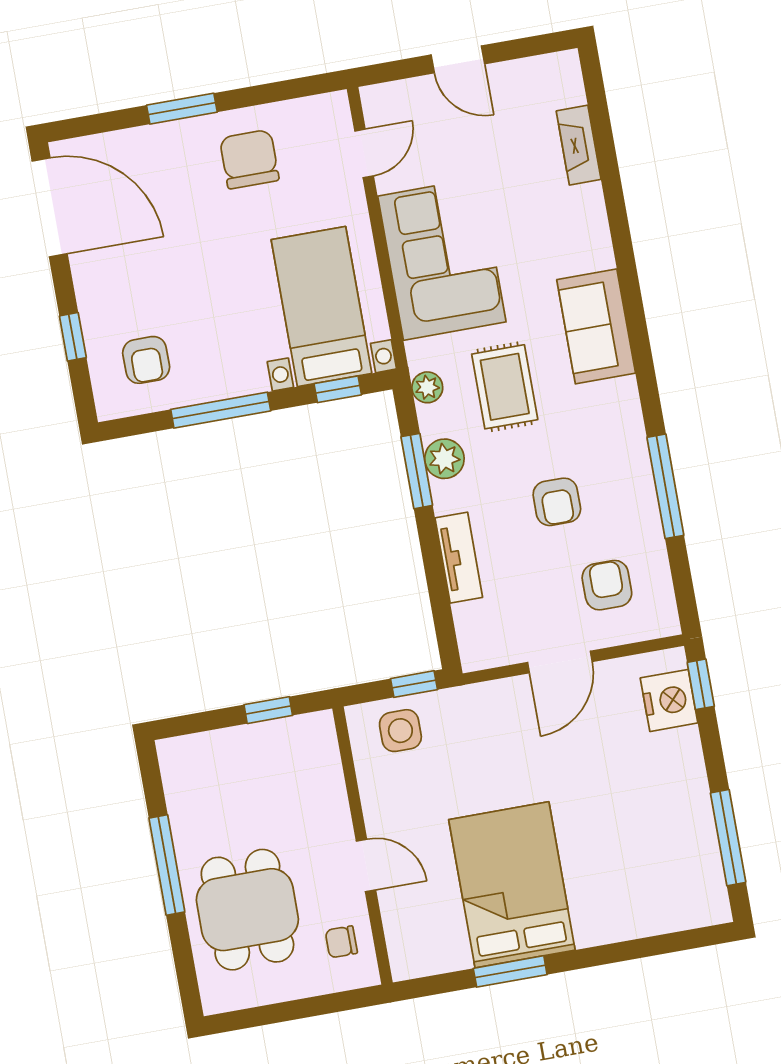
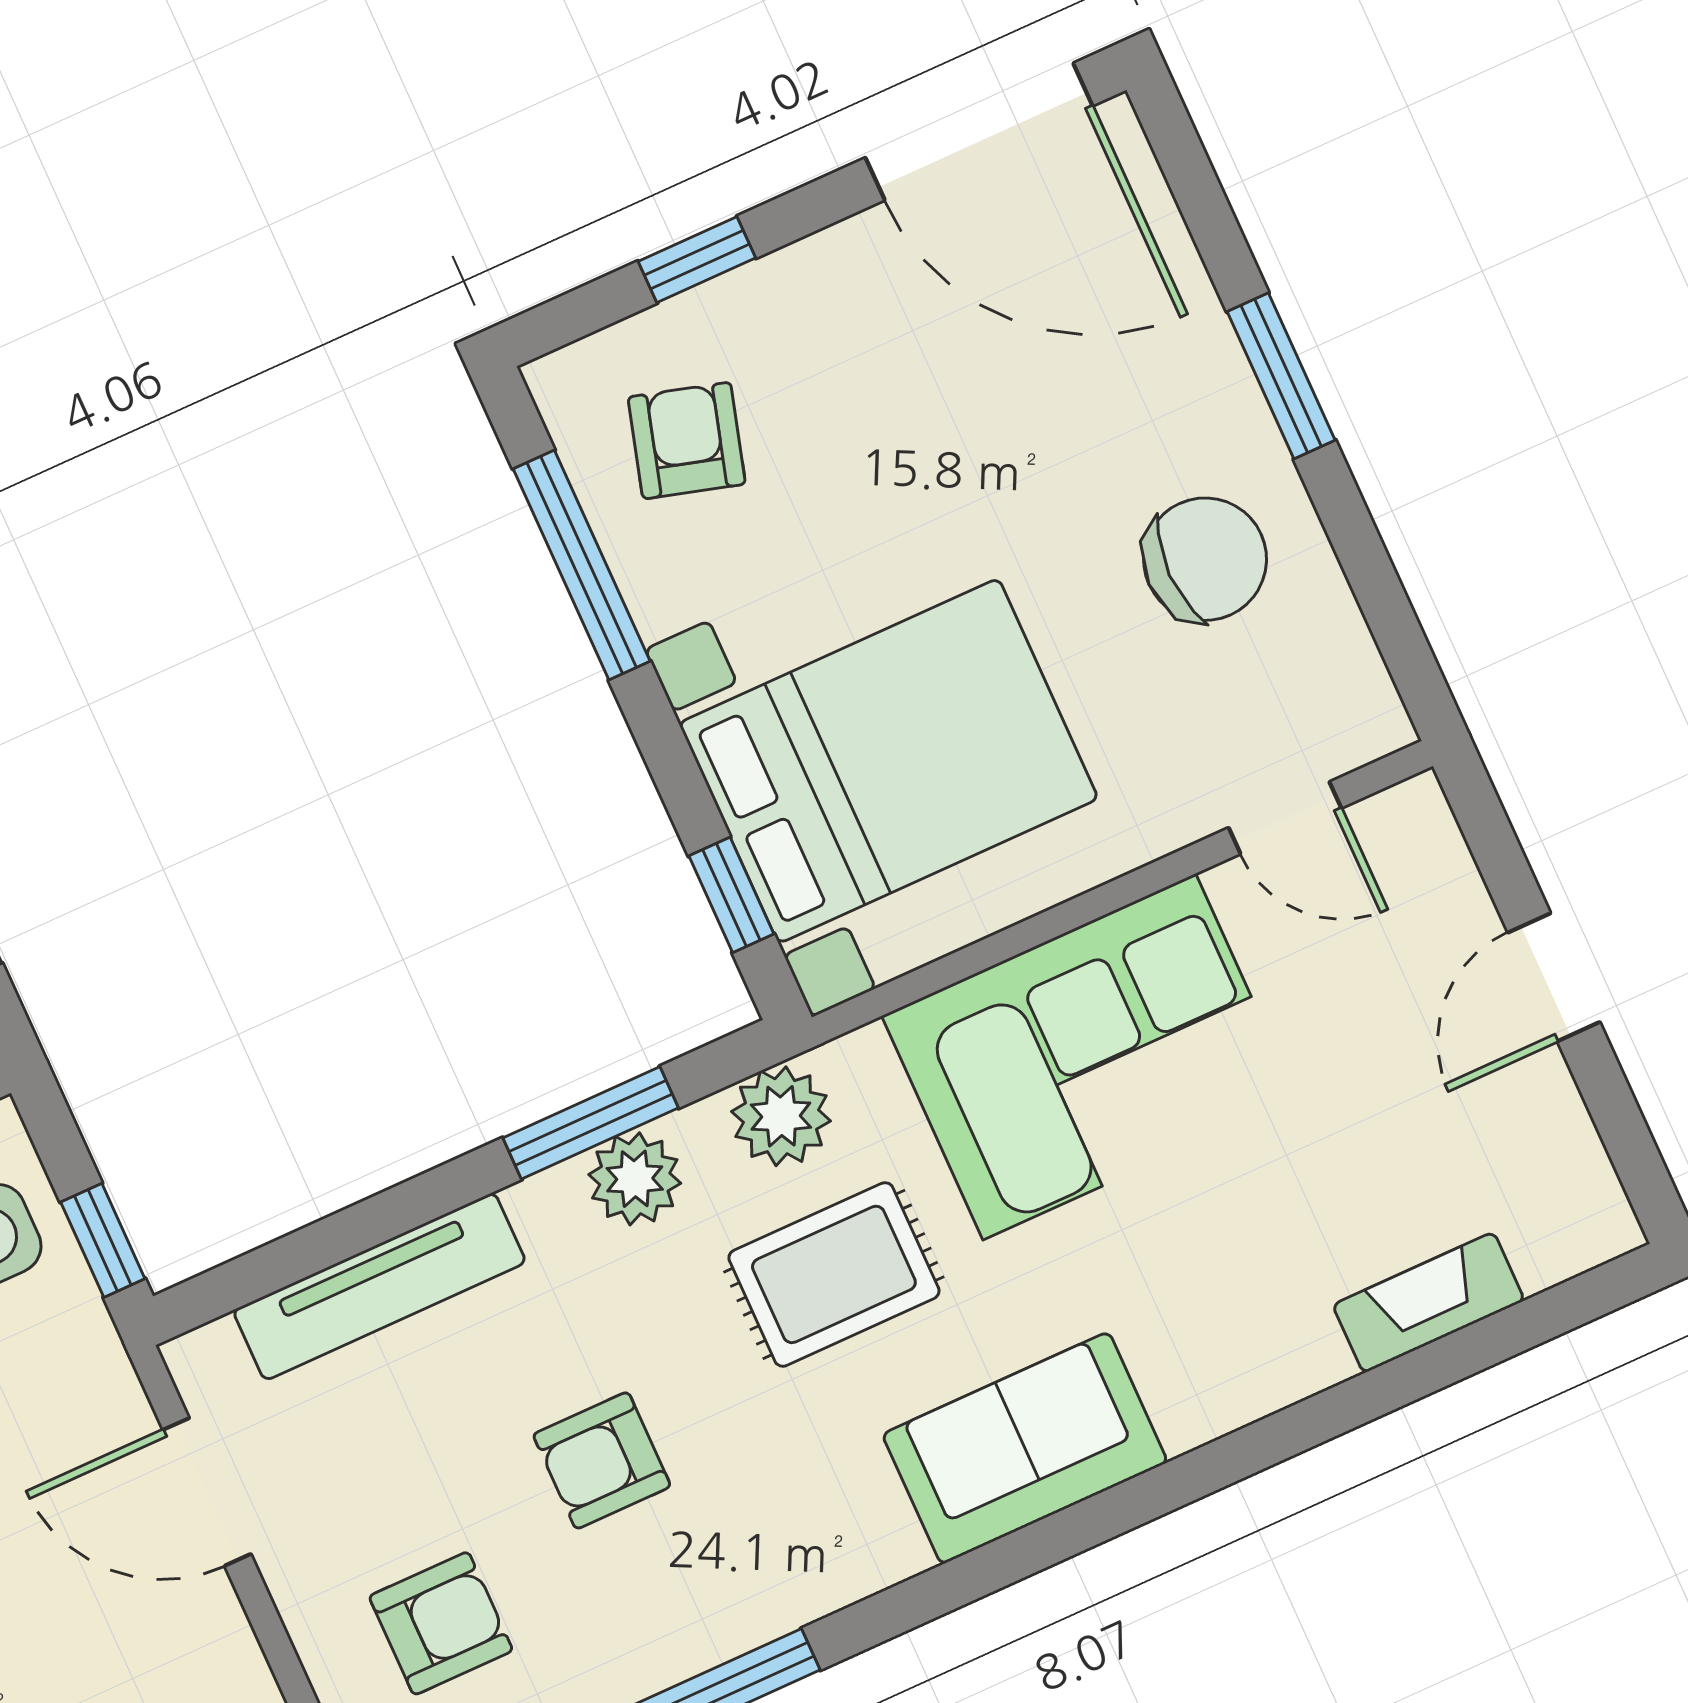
door: (50, 207) -> (979, 132), hinge flipped
bed with nightstands: (321, 307) -> (888, 761), width x1.36
armchair: (146, 360) -> (687, 441), turned 106
plant: (427, 387) -> (781, 1116), width x1.38, depth x1.38
window: (221, 410) -> (582, 565), moved
tv unit: (459, 558) -> (379, 1286), width x1.41
door: (560, 662) -> (207, 1492), moved

